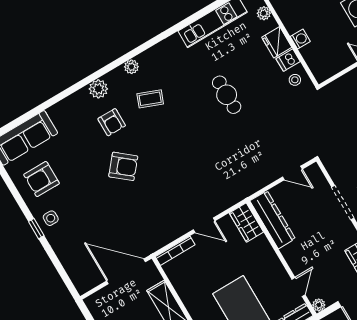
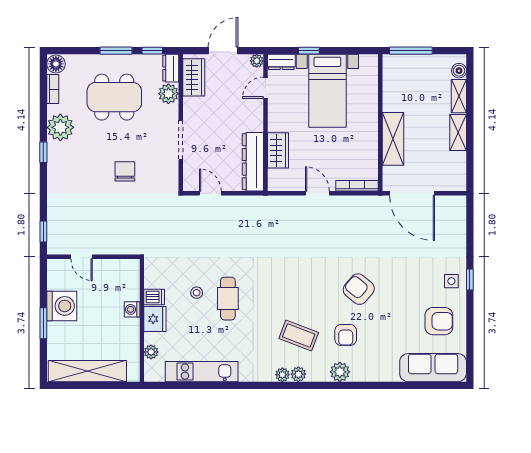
plant: (144, 59) -> (282, 375), added
stool: (295, 80) -> (197, 293), moved
coffee table: (150, 99) -> (299, 335), width x1.36, depth x1.30
armchair: (112, 122) -> (346, 335), turned 180
wardrobe: (246, 223) -> (278, 150), moved

